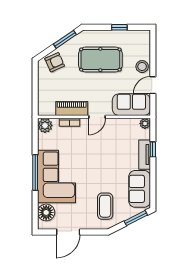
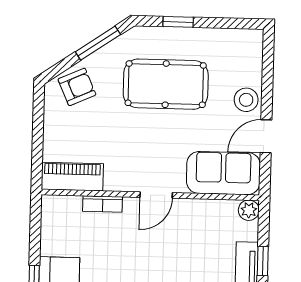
window: (119, 27) -> (178, 22), moved
piano: (72, 109) -> (72, 177), moved
plant: (45, 125) -> (55, 209), removed

